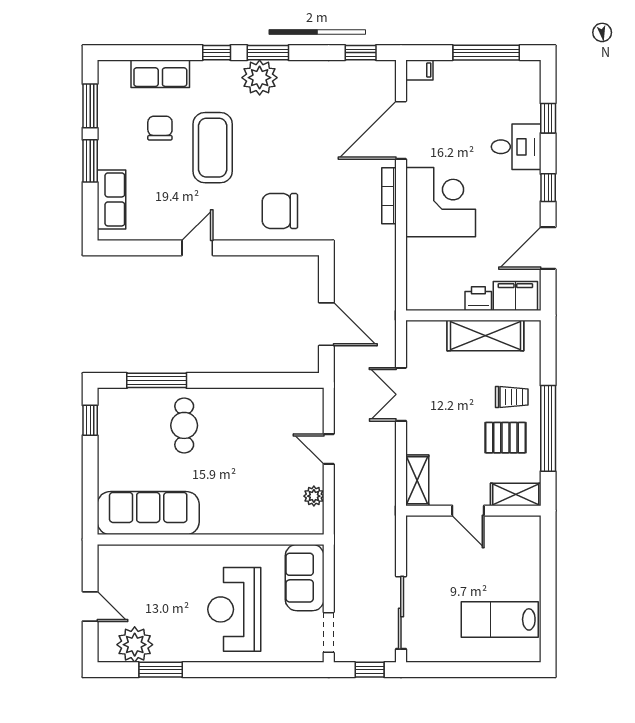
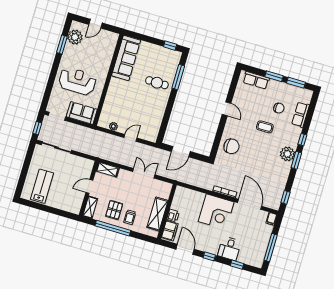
coffee table: (213, 148) -> (265, 127), width x0.54, depth x0.58
chair: (280, 211) -> (232, 146), turned 90

